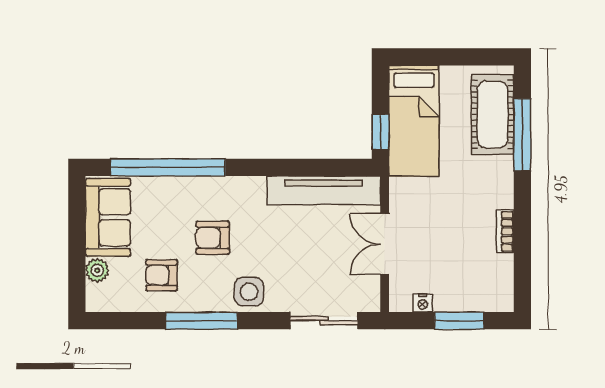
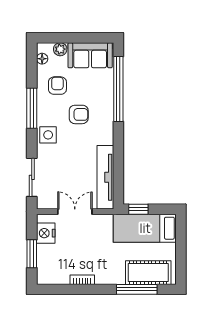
armchair: (213, 238) -> (79, 114), turned 90
floor lamp: (114, 302) -> (42, 59), added
nightstand: (423, 303) -> (46, 233), width x1.89, depth x1.79

